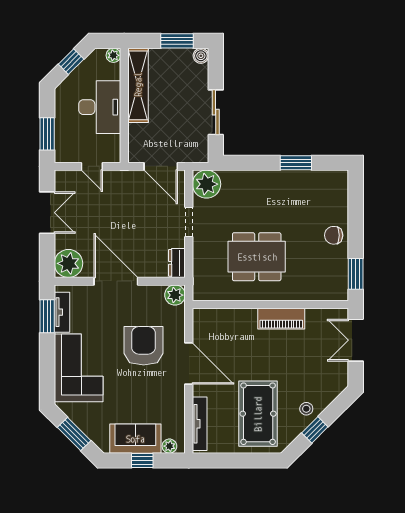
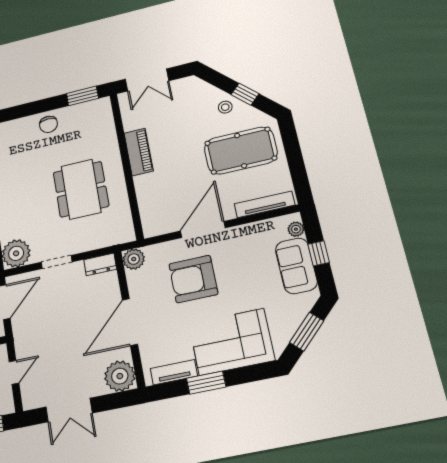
double door: (47, 213) -> (69, 410), swing flipped
window: (47, 316) -> (206, 383), moved

